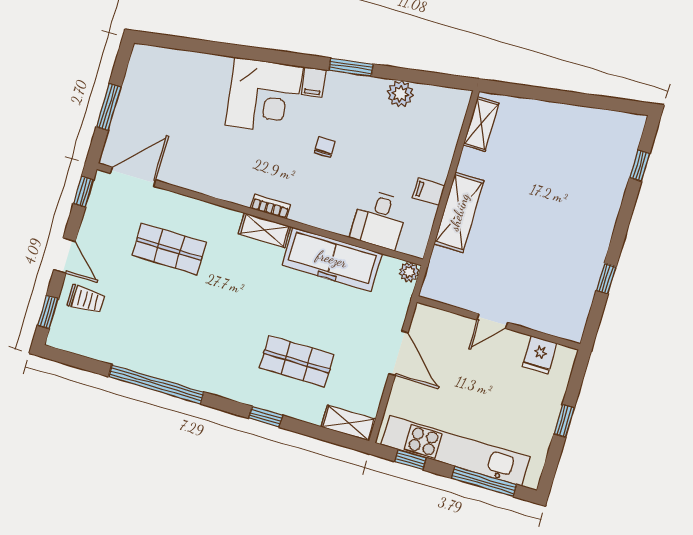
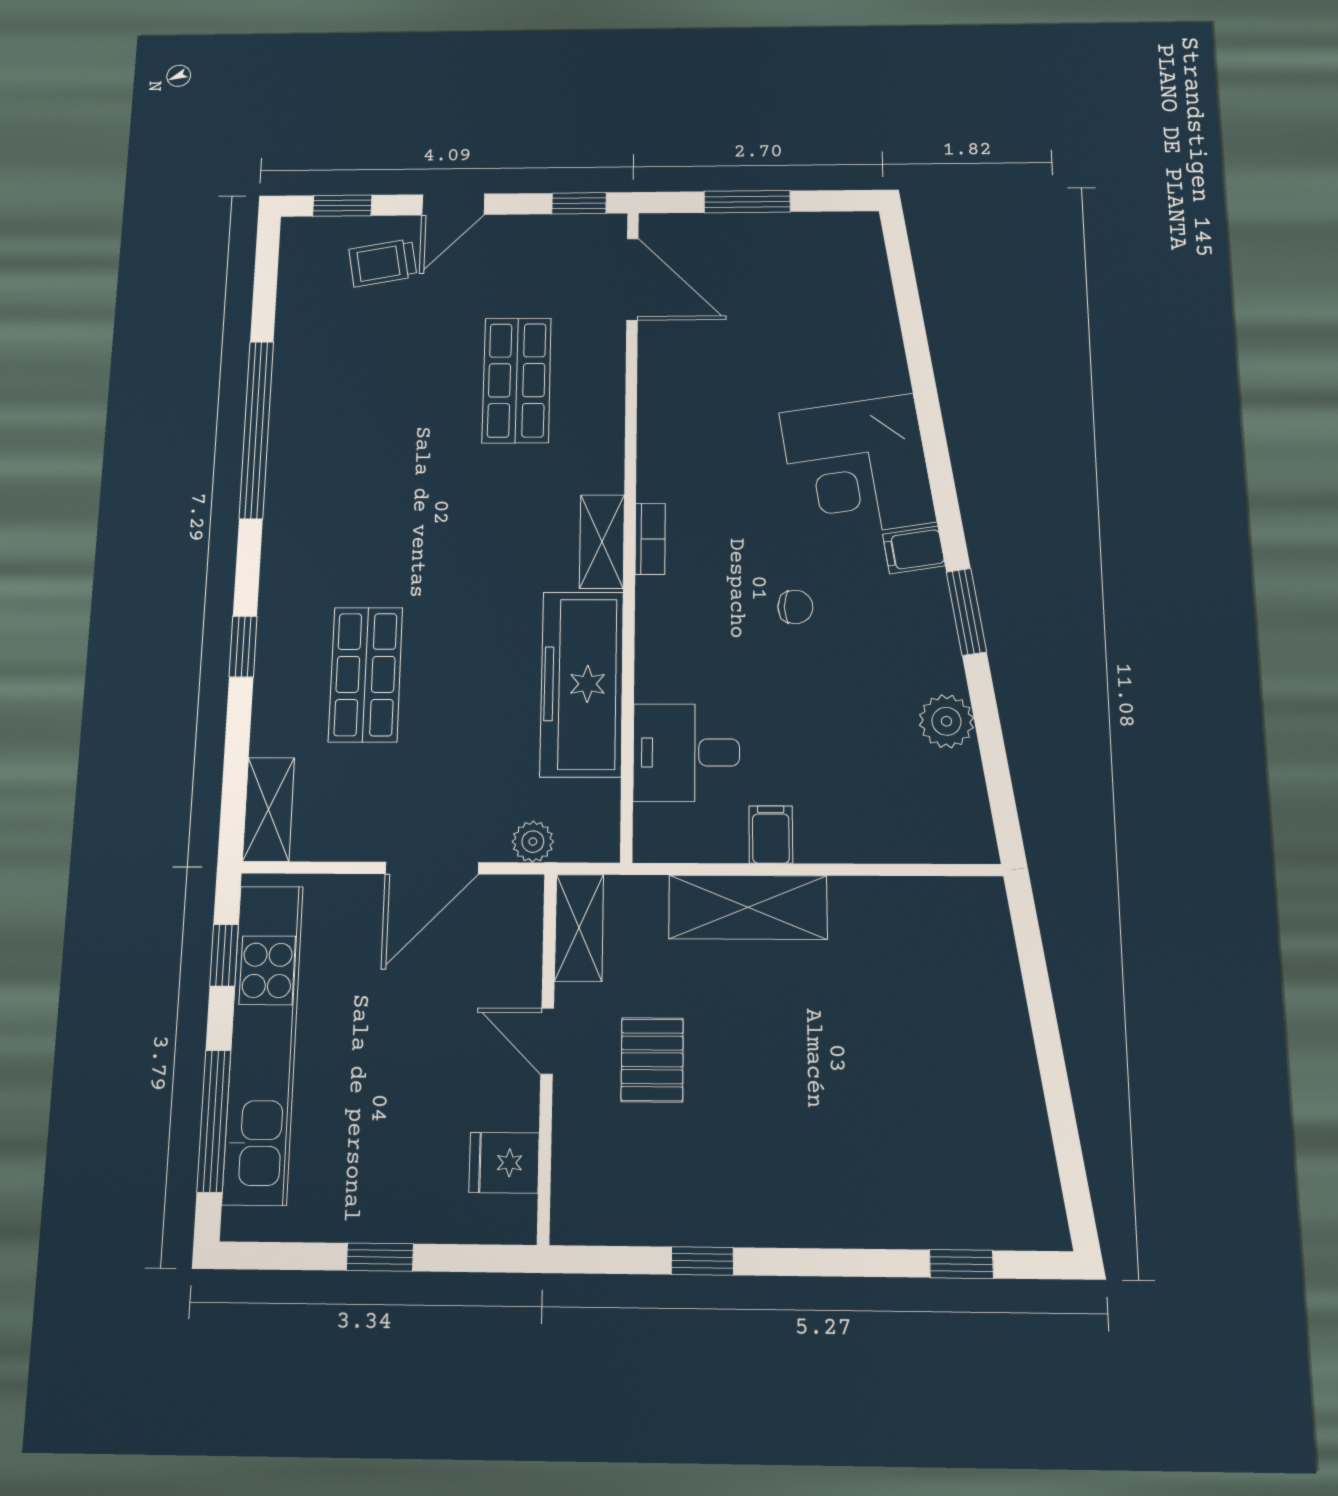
shelving: (481, 124) -> (579, 928), moved, turned 90
plant: (409, 272) -> (533, 842), moved
pallet: (514, 276) -> (652, 1060), added
trolley: (86, 299) -> (383, 263), turned 80

